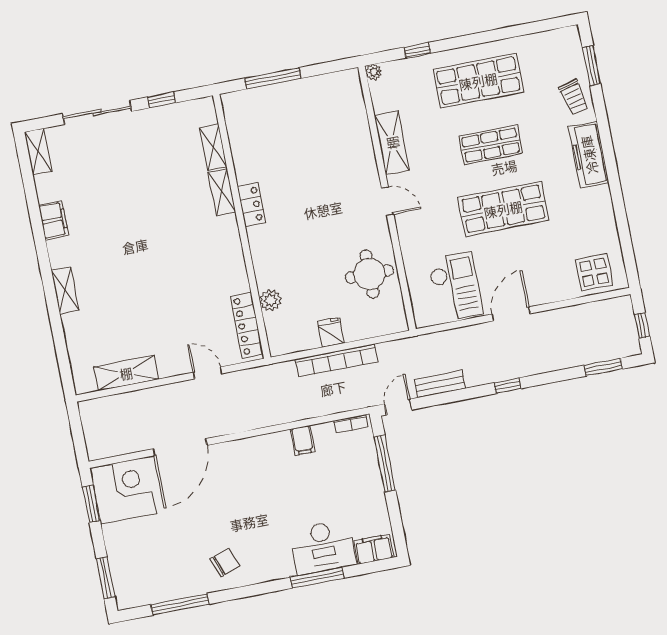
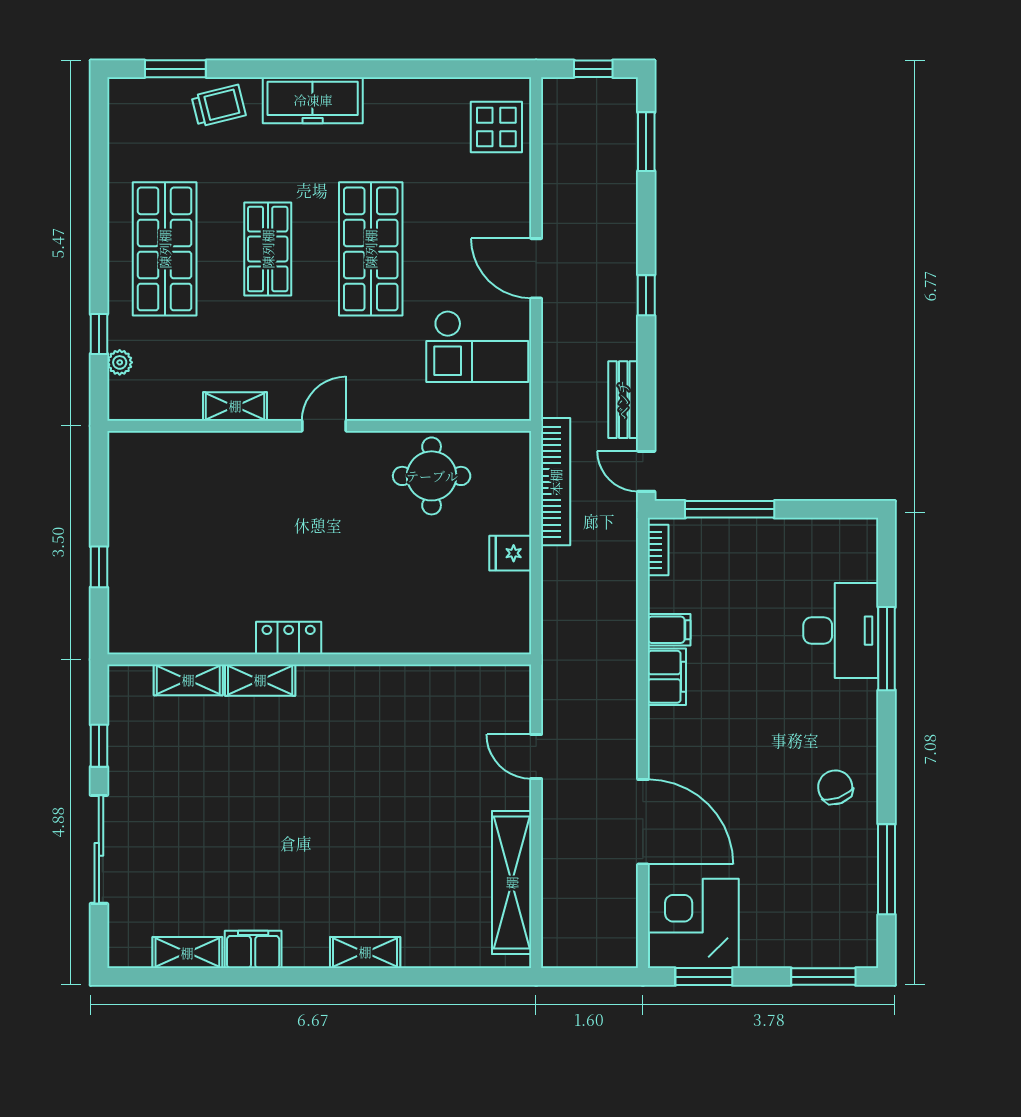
plant: (374, 72) -> (120, 362), moved
window: (273, 78) -> (99, 567), width x0.46
shelving: (392, 143) -> (235, 406), width x0.67, depth x0.75
shelving: (38, 152) -> (187, 953), moved
checkout: (455, 287) -> (477, 346), turned 180
plant: (270, 300) -> (442, 637), removed
locker: (247, 325) -> (474, 681), removed
bookcase: (337, 360) -> (556, 482), moved
shelving: (126, 373) -> (512, 883), width x1.47
door: (208, 373) -> (536, 757), hinge flipped
filing cabinet: (374, 549) -> (667, 677), moved, turned 180

